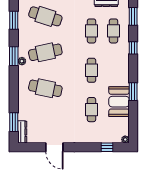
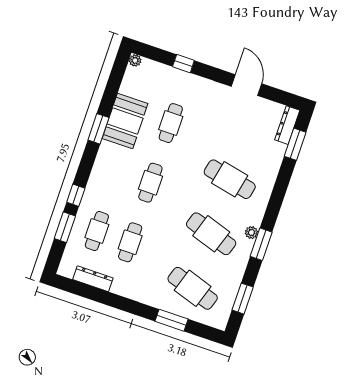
window: (133, 16) -> (65, 227), moved
cafe table: (45, 52) -> (211, 234), turned 30
window: (107, 147) -> (183, 64), moved

